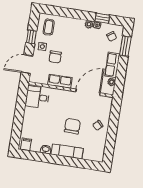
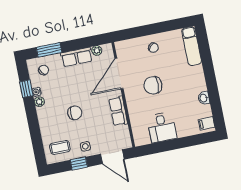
chair: (55, 57) -> (75, 113), moved
door: (88, 92) -> (119, 74), hinge flipped
desk: (37, 97) -> (162, 127), moved
chair: (72, 126) -> (153, 85), moved
exam couch: (67, 151) -> (192, 46), moved

